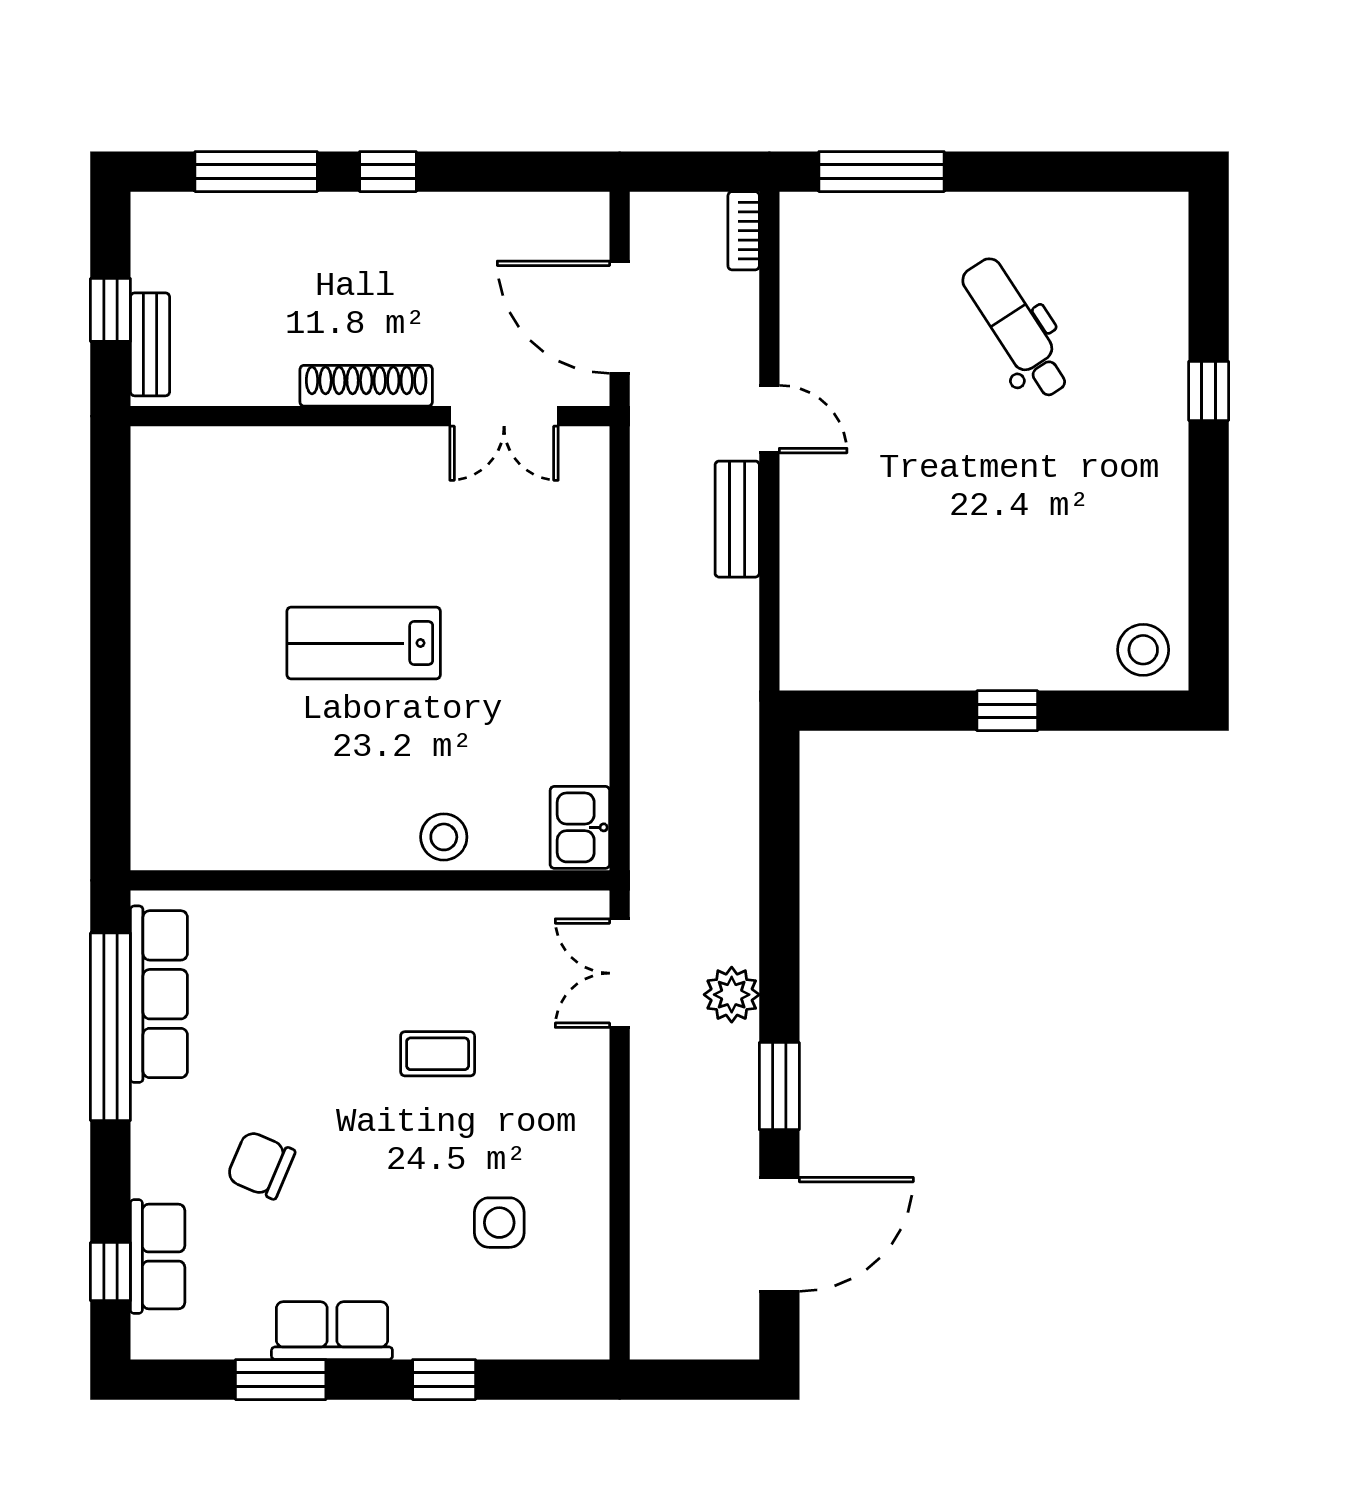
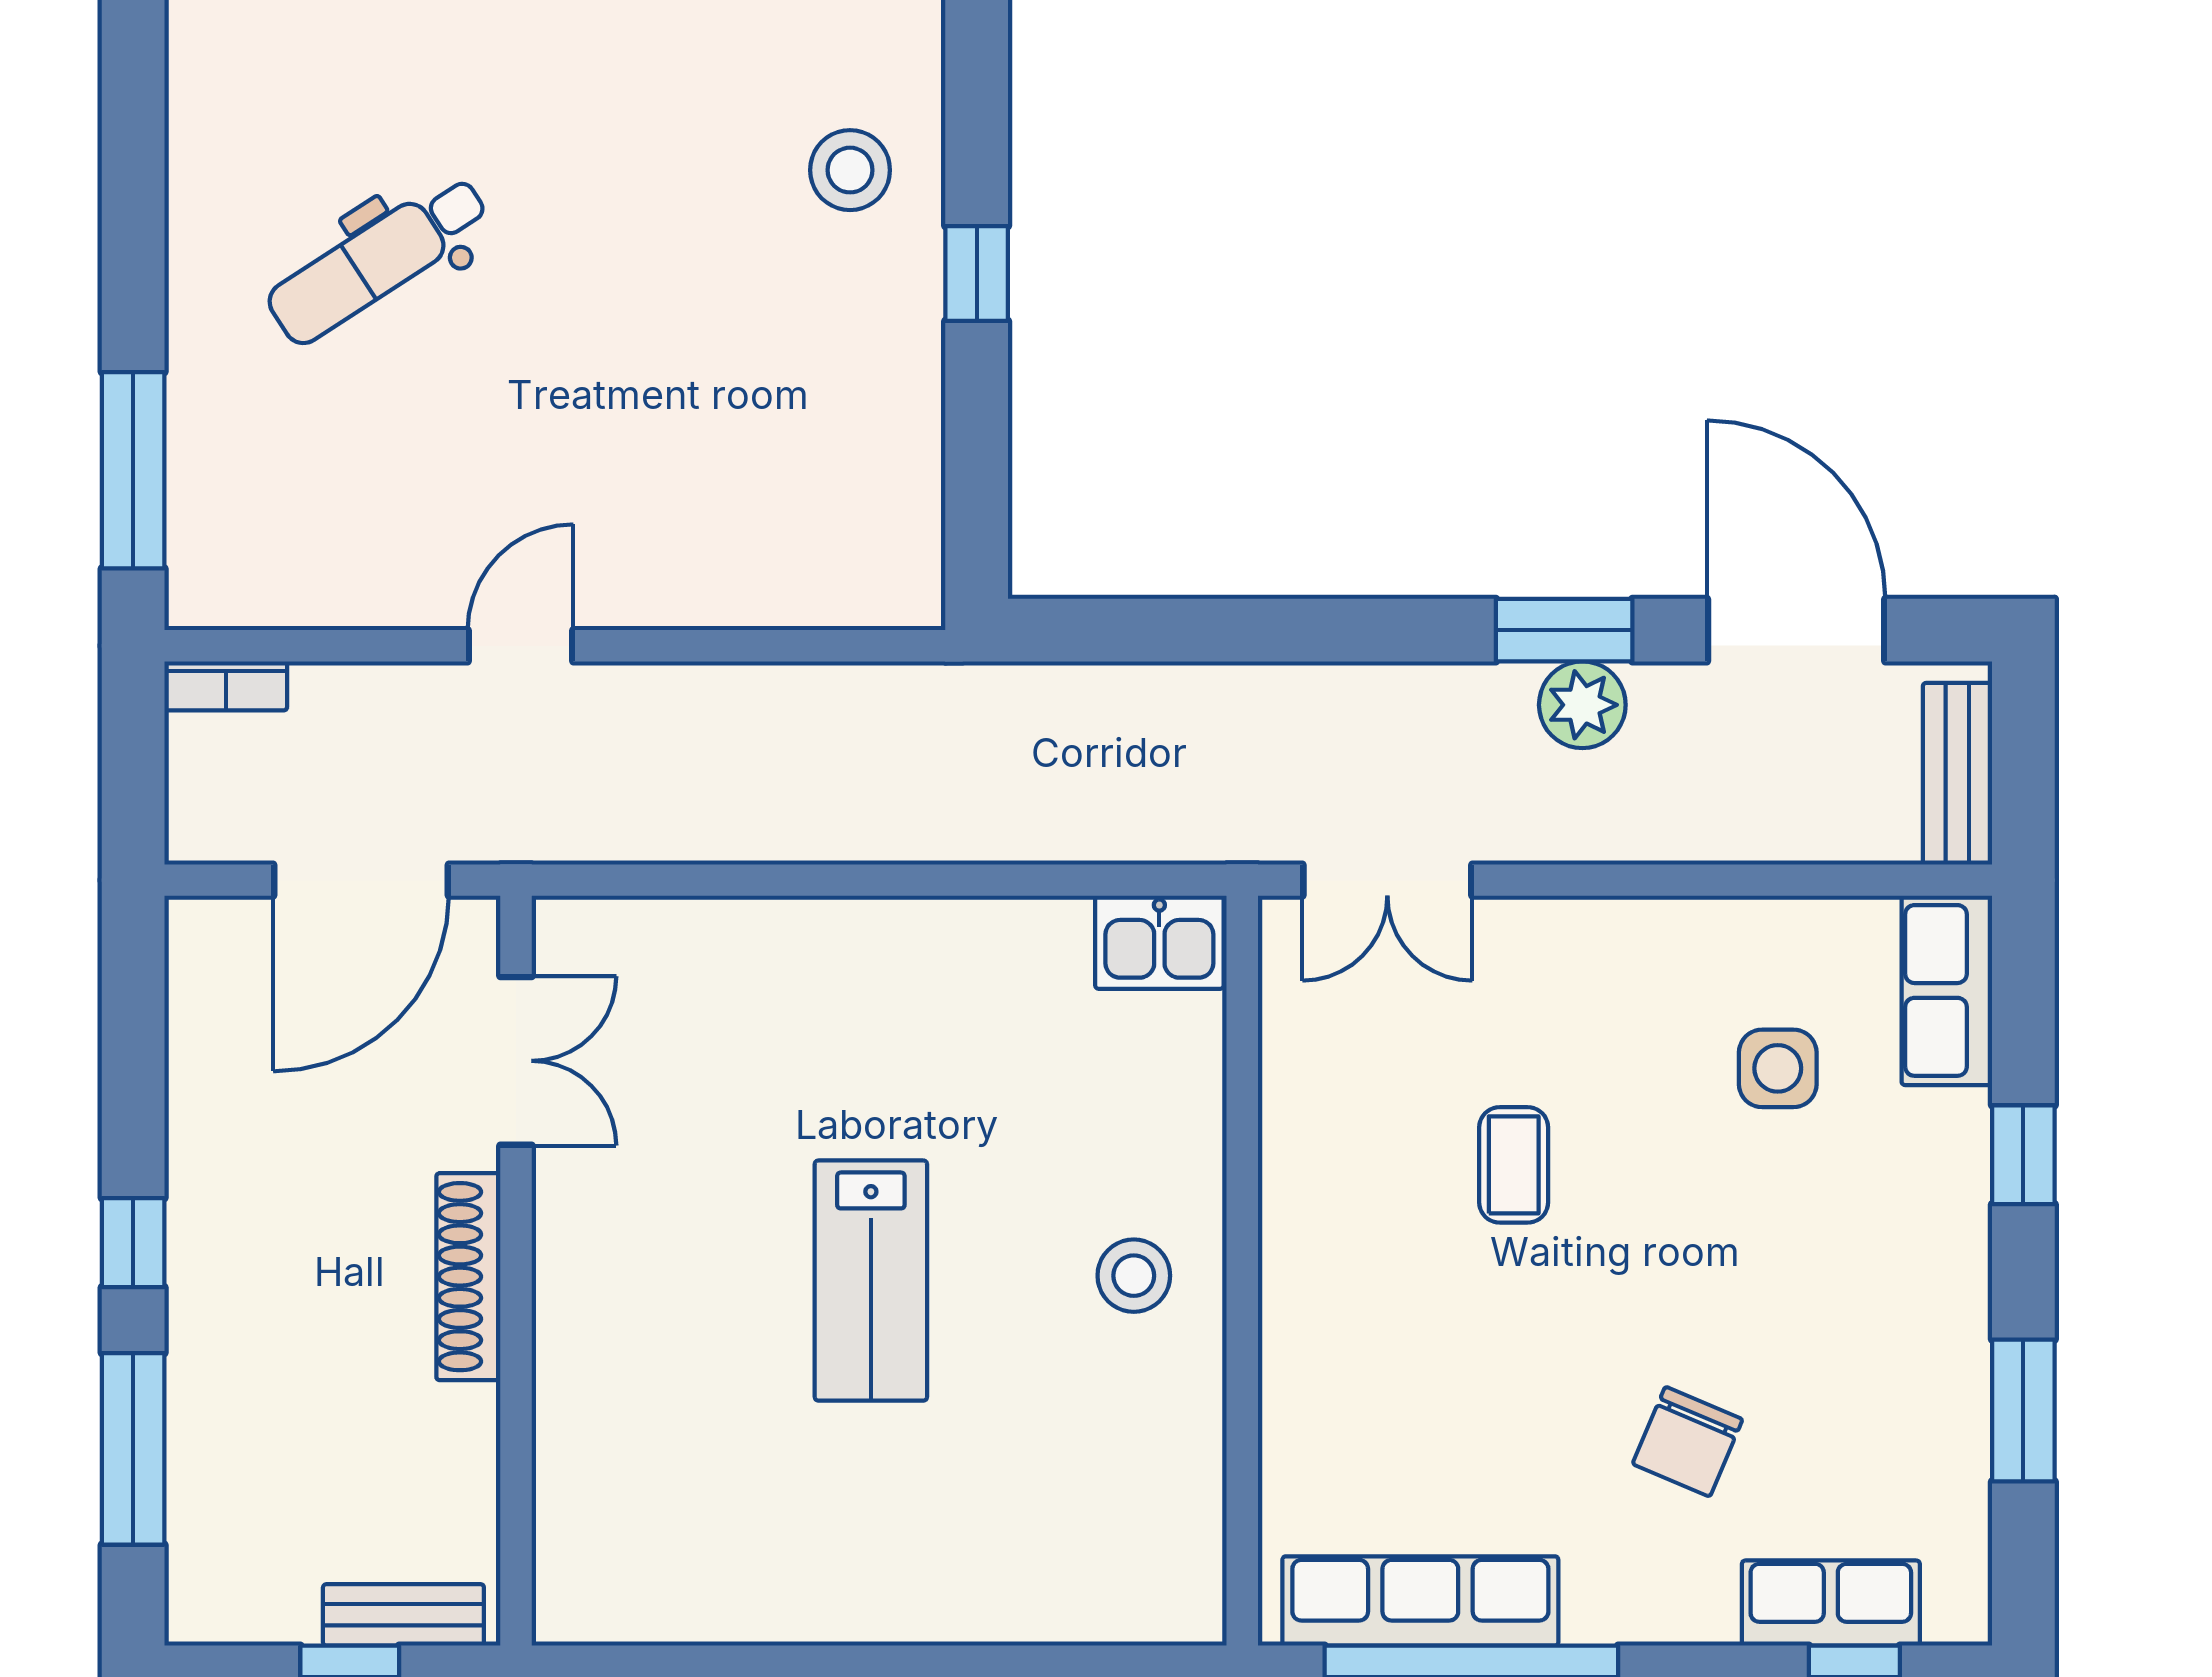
bench: (737, 519) -> (1957, 774), moved, turned 90
stool: (1143, 650) -> (850, 170), moved
stool: (444, 837) -> (1134, 1276), moved
plant: (732, 995) -> (1582, 705), moved
row of seats: (332, 1331) -> (1947, 990), moved

